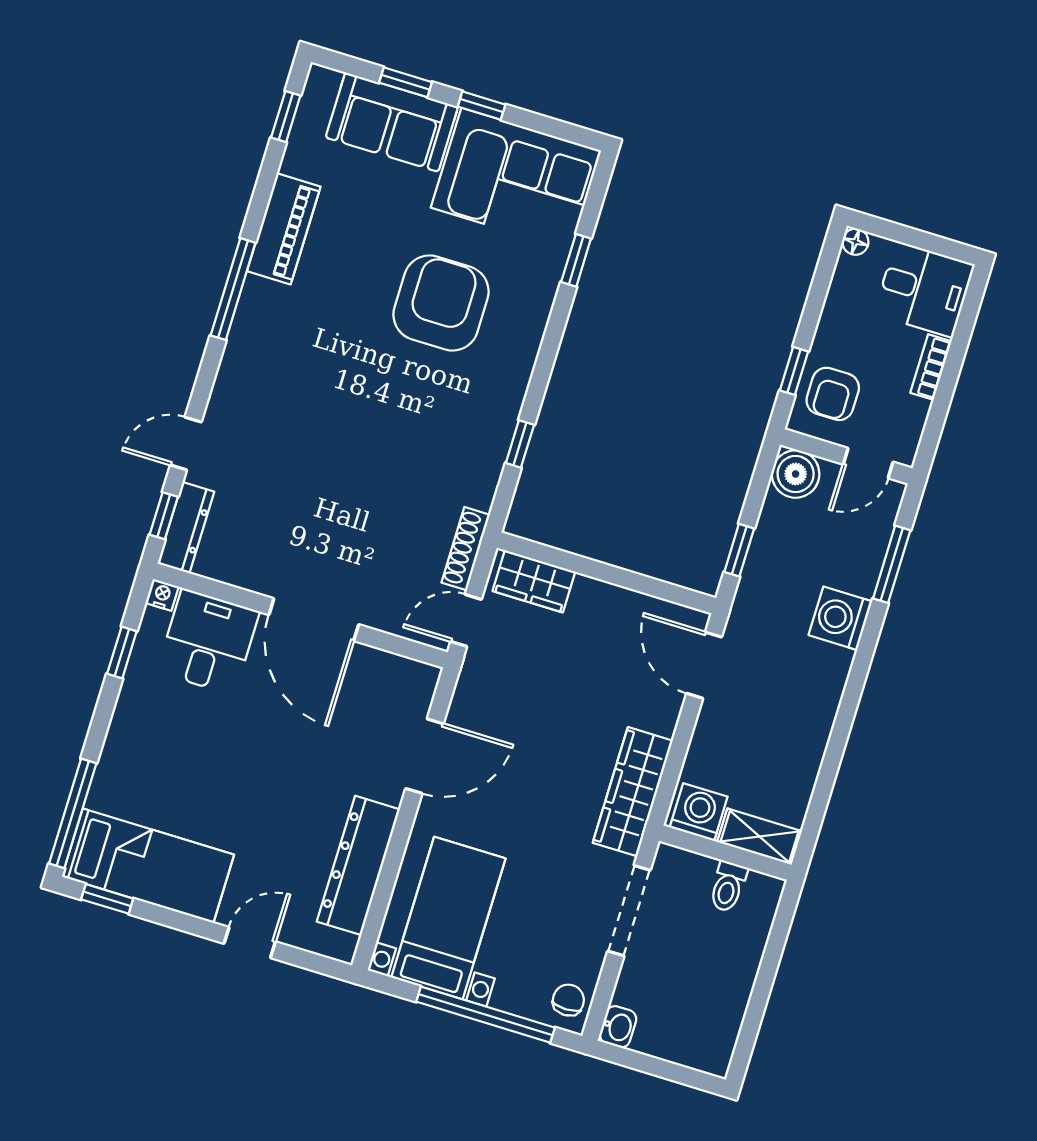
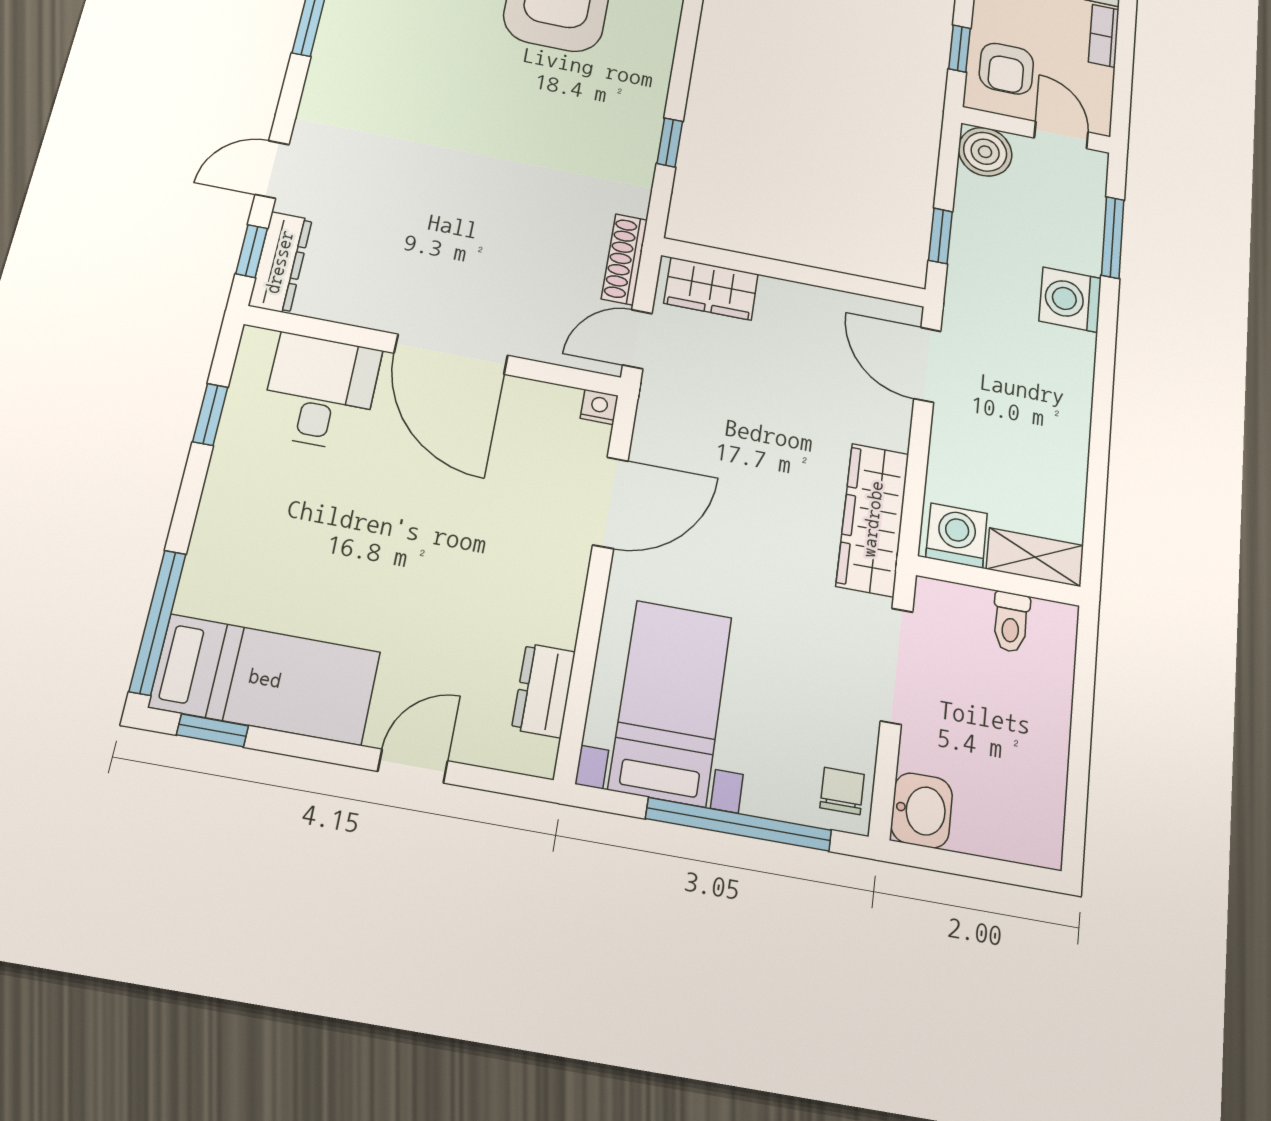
door: (868, 463) -> (1061, 135), swing flipped
nightstand: (162, 595) -> (599, 407), moved
dresser: (358, 865) -> (544, 690), width x0.51, depth x0.80
washbasin: (618, 1027) -> (922, 810), width x1.38, depth x1.45

